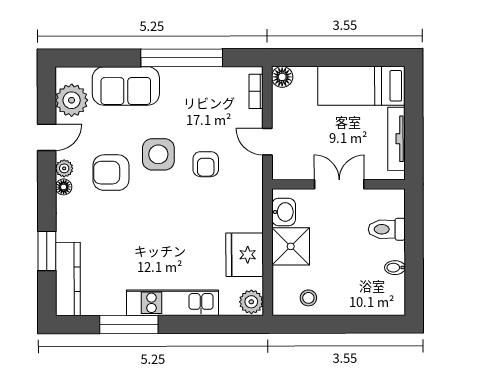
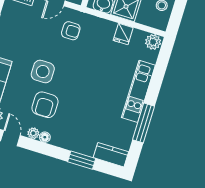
armchair: (206, 164) -> (71, 31), moved
fridge: (245, 255) -> (123, 34), width x0.53, depth x0.75
kitchen counter: (68, 279) -> (111, 155), width x0.67

